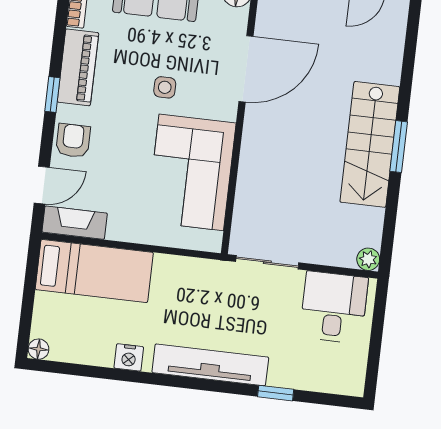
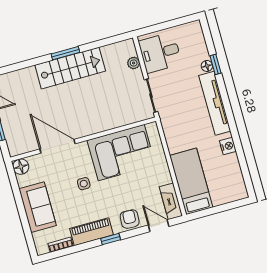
armchair: (73, 141) -> (130, 219), turned 93
plant: (368, 259) -> (134, 63), moved
floor lamp: (39, 349) -> (207, 66), moved

